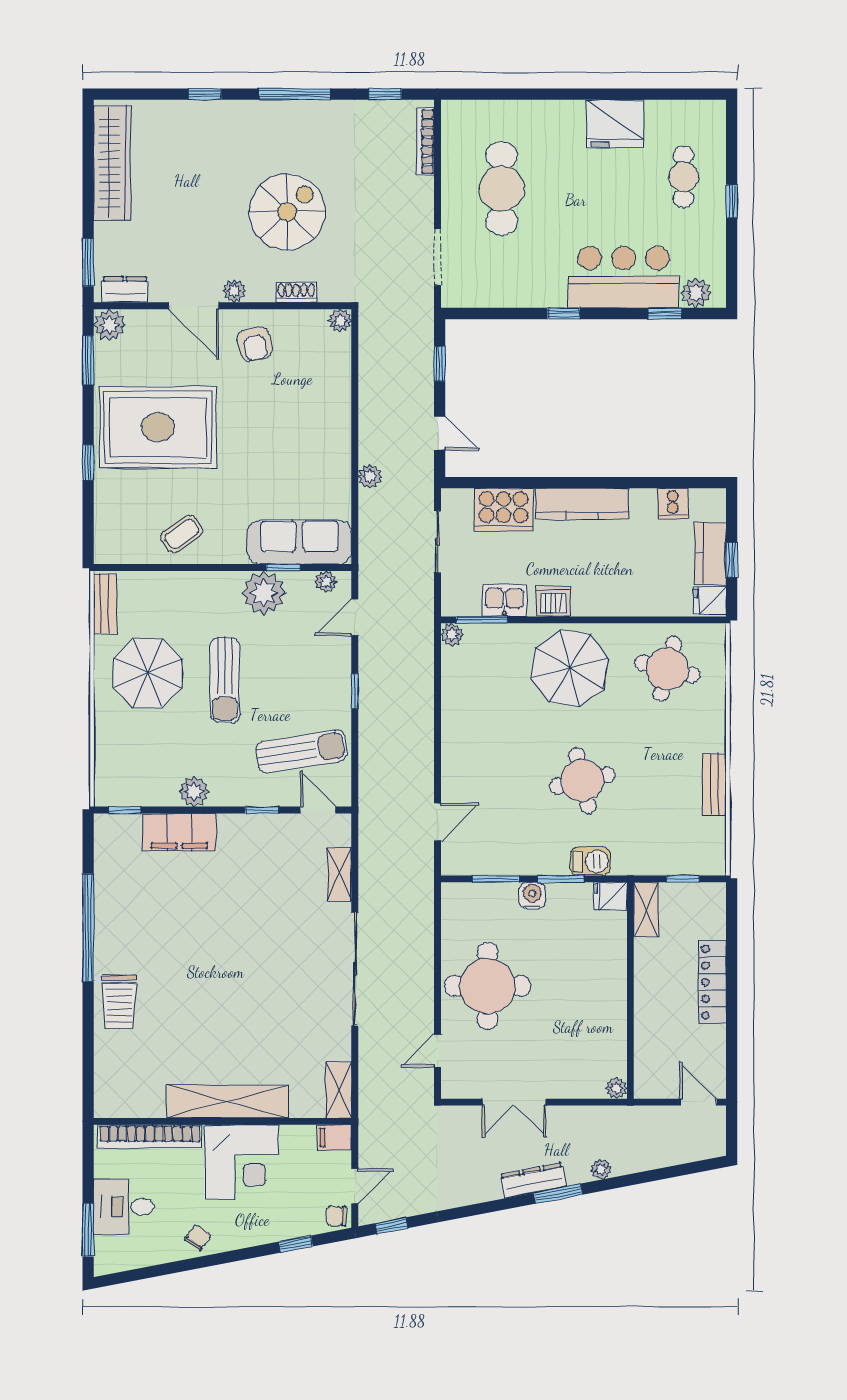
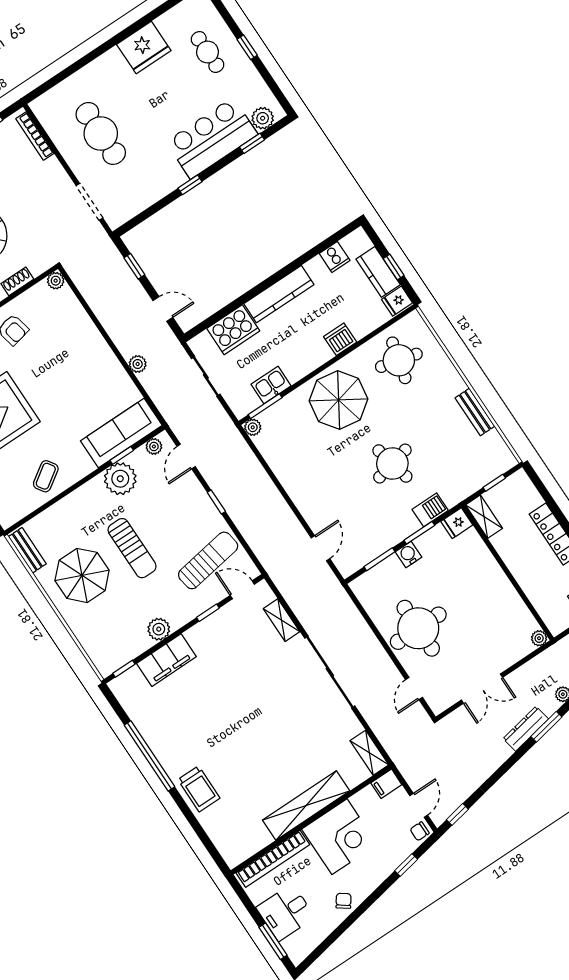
dishwasher: (553, 601) -> (340, 339), moved

